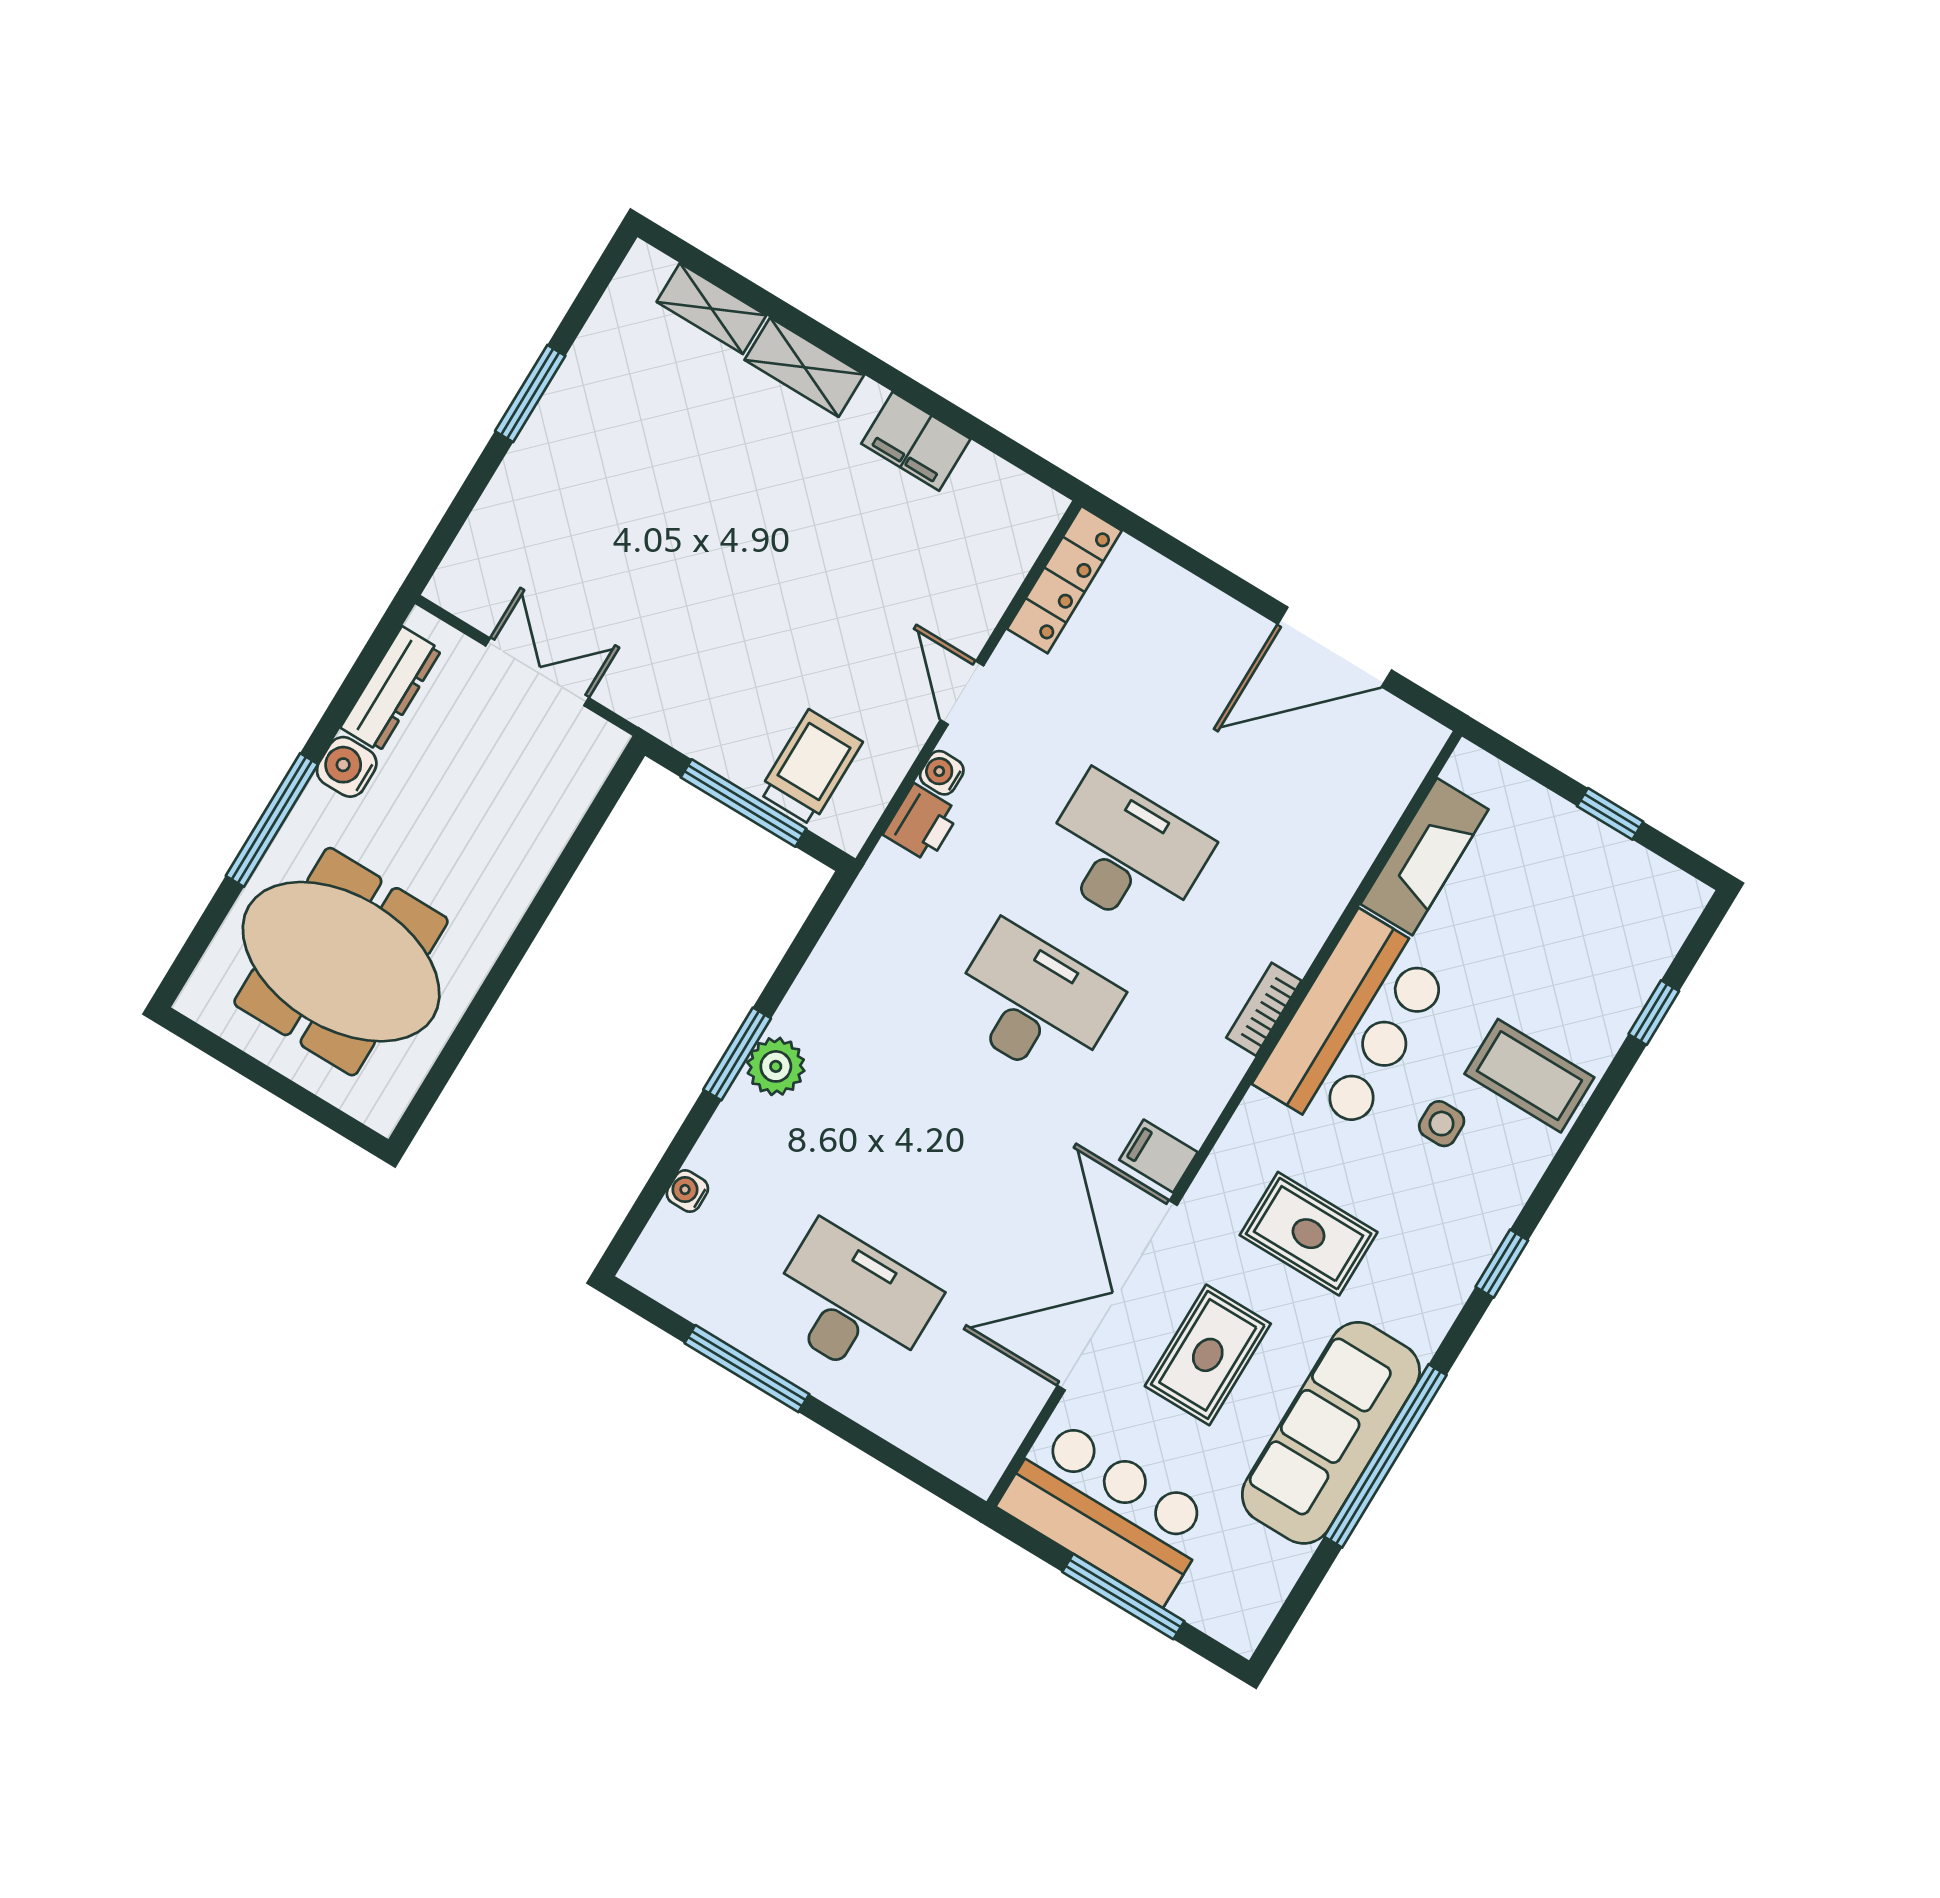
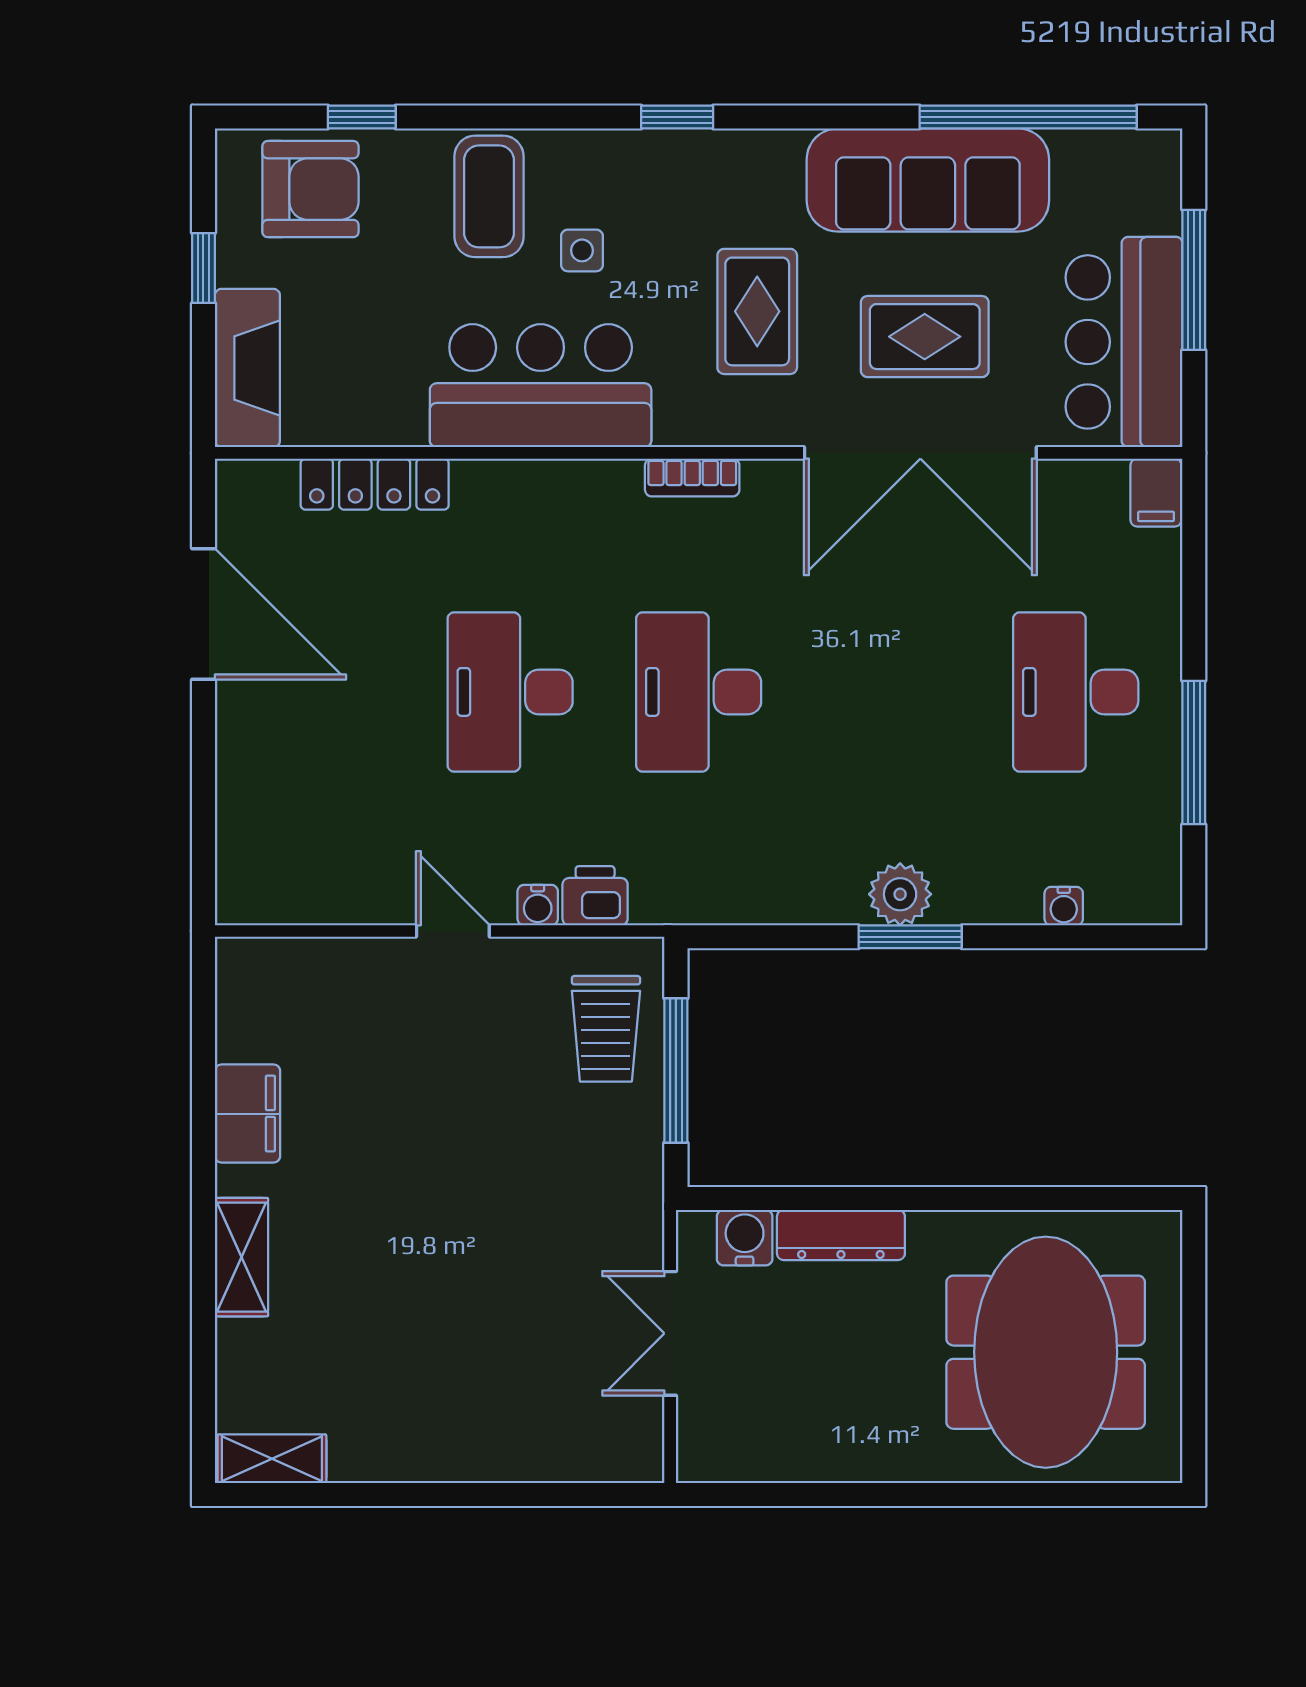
shelving: (711, 309) -> (272, 1459), moved, turned 90
window: (530, 393) -> (418, 1495), removed
locker: (1064, 580) -> (375, 484), moved, turned 180
dresser: (391, 689) -> (841, 1235), moved, turned 180
door: (962, 693) -> (453, 931), swing flipped
water cooler: (347, 767) -> (745, 1238), moved, turned 180
trolley: (810, 767) -> (606, 1029), turned -90
window: (272, 820) -> (954, 1495), removed
fireplace: (1425, 857) -> (247, 368), moved, turned 90
armchair: (1621, 937) -> (310, 189), added
bookcase: (1264, 1009) -> (692, 477), moved
filing cabinet: (1158, 1156) -> (1156, 493), moved
window: (1385, 1456) -> (1028, 117), moved

